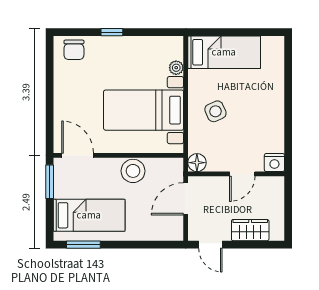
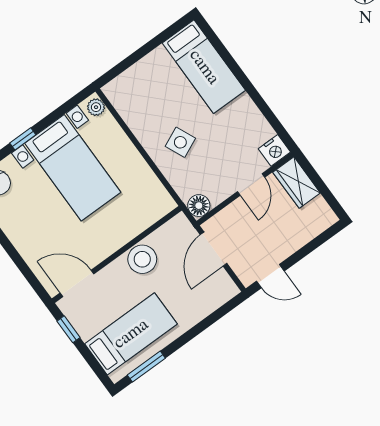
bed: (224, 52) -> (204, 67), moved, turned 90
plant: (176, 68) -> (96, 107), moved
bed with nightstands: (144, 110) -> (73, 168), moved, turned -90
window: (50, 182) -> (69, 329), width x0.67
wardrobe: (250, 230) -> (297, 183), moved, turned -90

